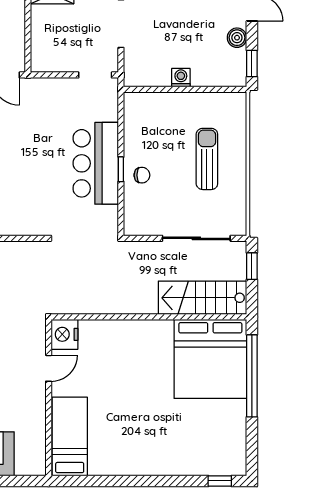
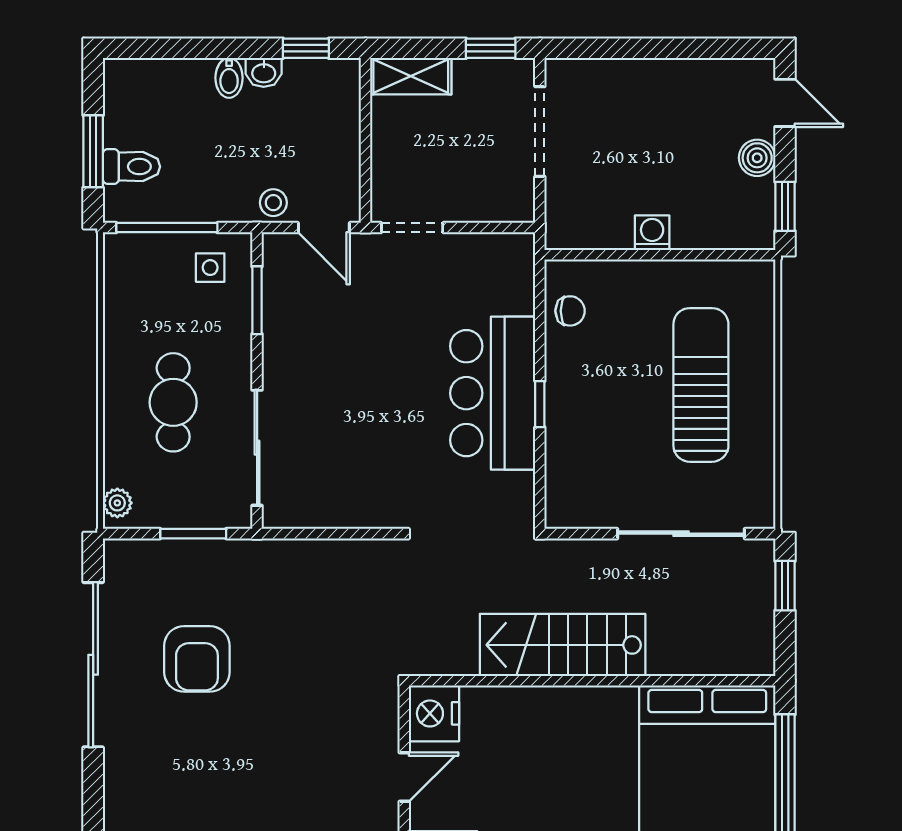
doorway: (95, 75) -> (412, 228), moved
sun lounger: (207, 159) -> (701, 385), width x1.36, depth x1.34
chair: (142, 175) -> (570, 311), moved
stairs: (203, 298) -> (563, 645), moved

